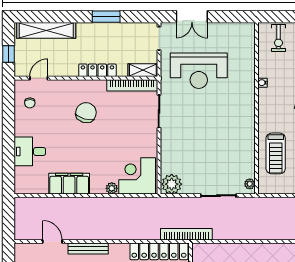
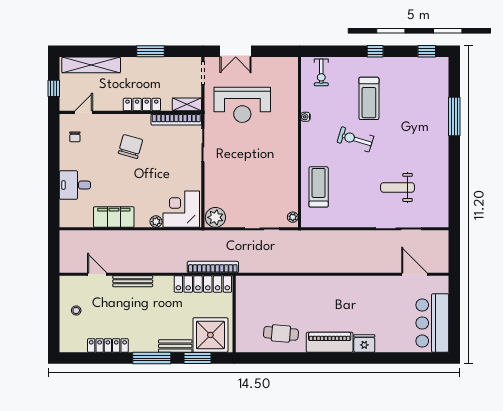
treadmill: (276, 153) -> (319, 187), turned 180
bookcase: (186, 234) -> (213, 267), moved

